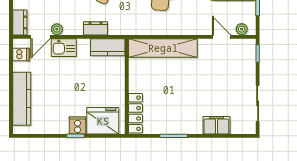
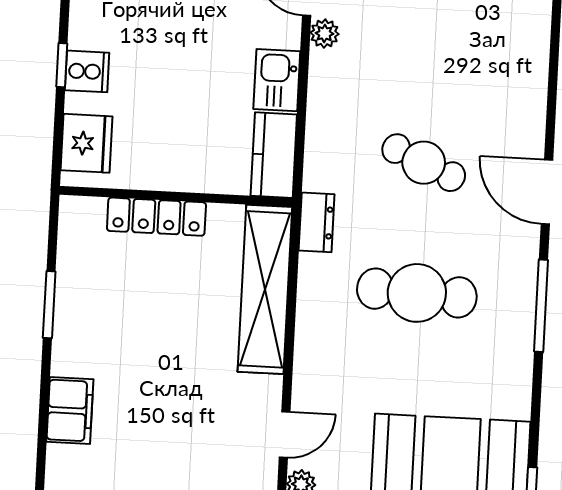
dresser: (95, 28) -> (317, 222), moved
kitchen sink: (64, 48) -> (277, 80), moved
locker: (135, 113) -> (156, 217), moved
fridge: (103, 121) -> (87, 143), width x0.73, depth x0.75

